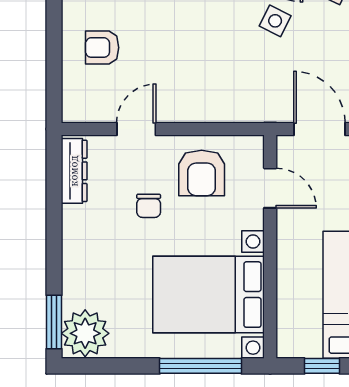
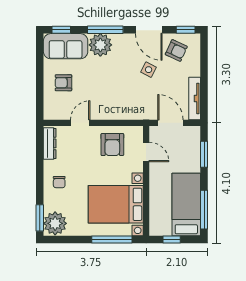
chair: (149, 206) -> (59, 182), moved

